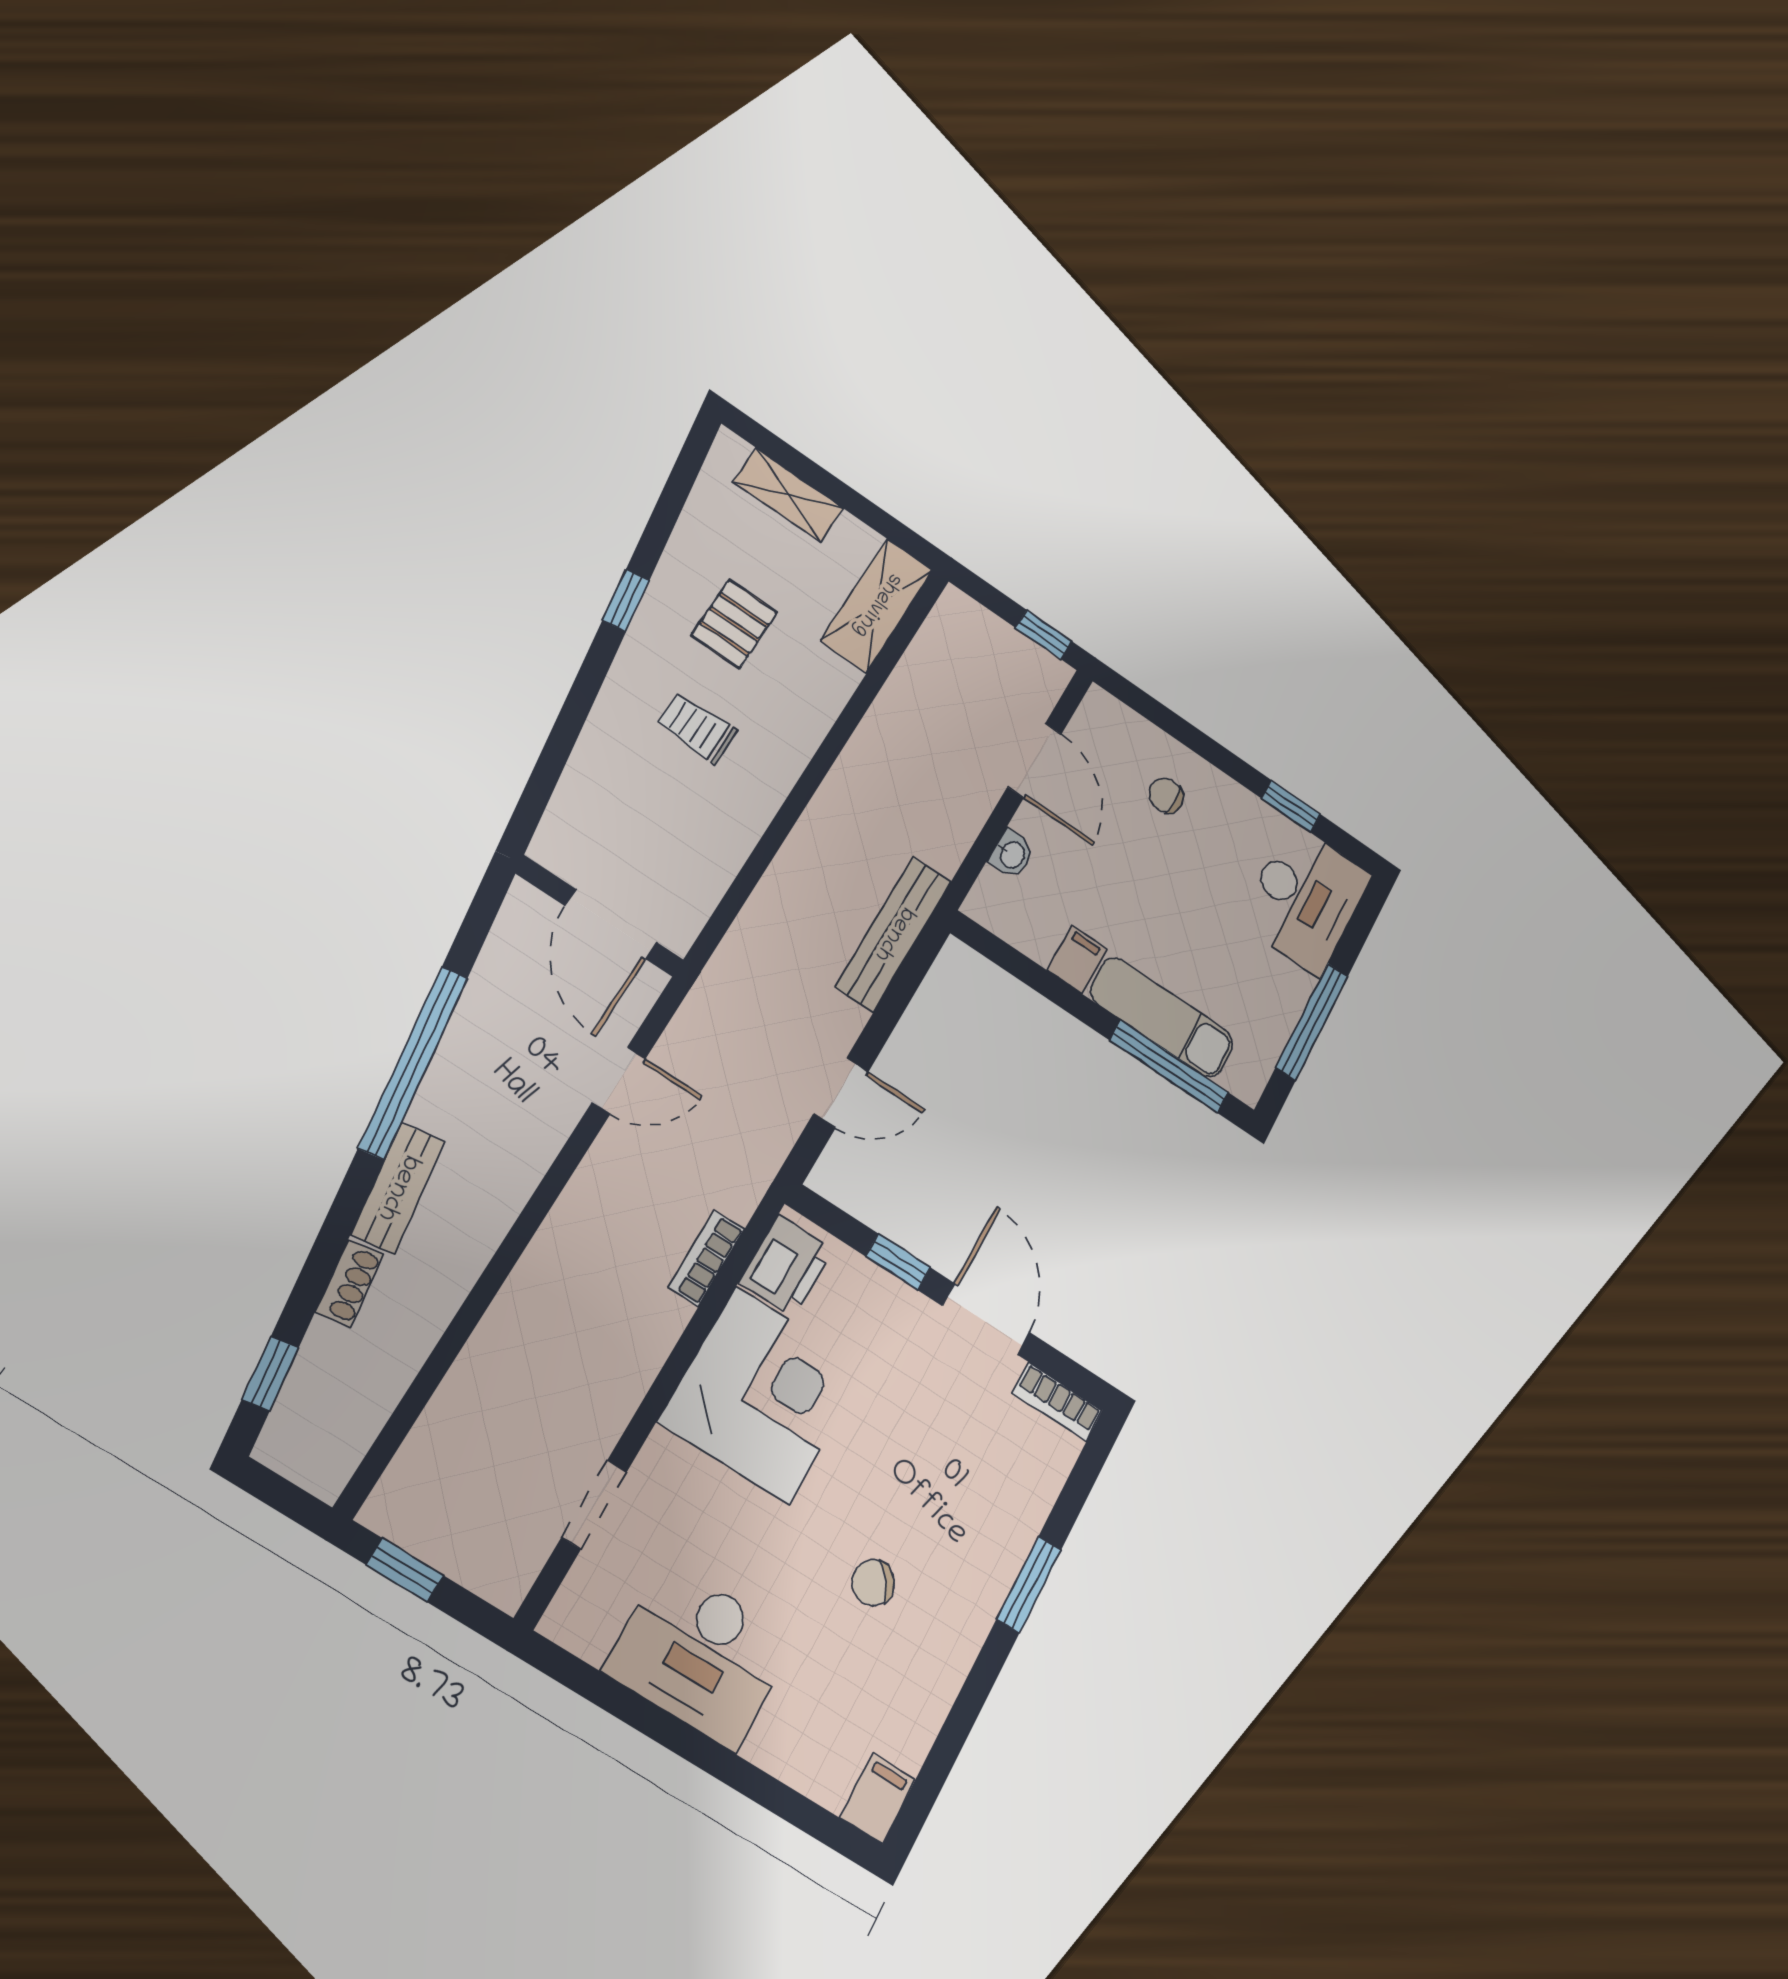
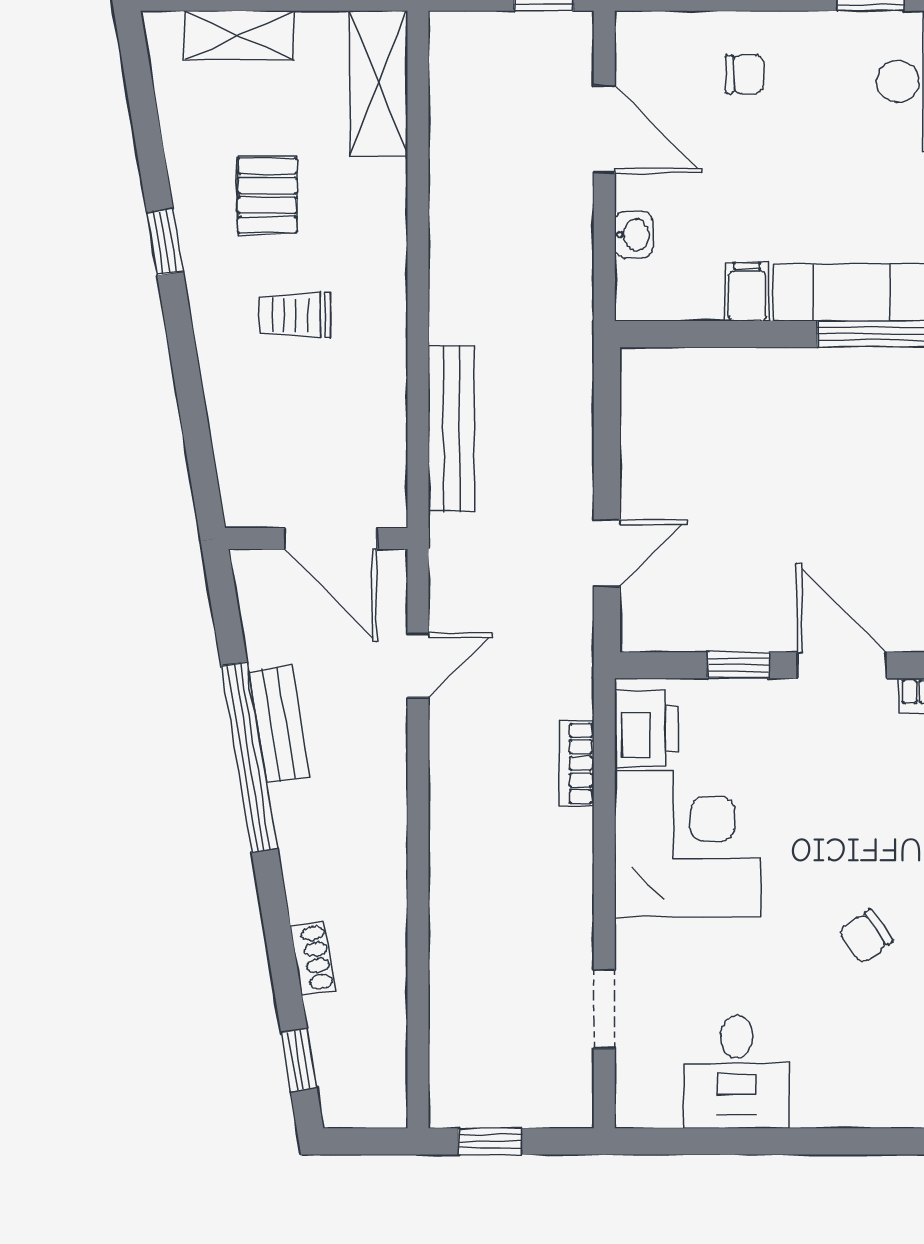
chair: (1166, 795) -> (745, 74), turned 180
bench: (894, 934) -> (451, 428), moved
bench: (398, 1188) -> (279, 724), moved
desk: (700, 1655) -> (737, 1072), width x0.73

